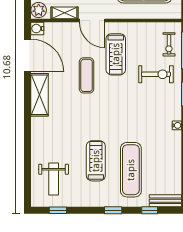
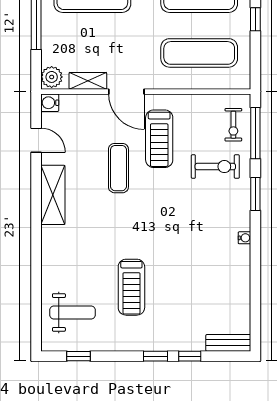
door: (27, 55) -> (36, 140), width x0.53
treadmill: (96, 161) -> (131, 287), turned 180
exercise mat: (131, 170) -> (180, 300), removed
weight bench: (54, 179) -> (72, 312), turned -90
window: (150, 210) -> (190, 356), moved

